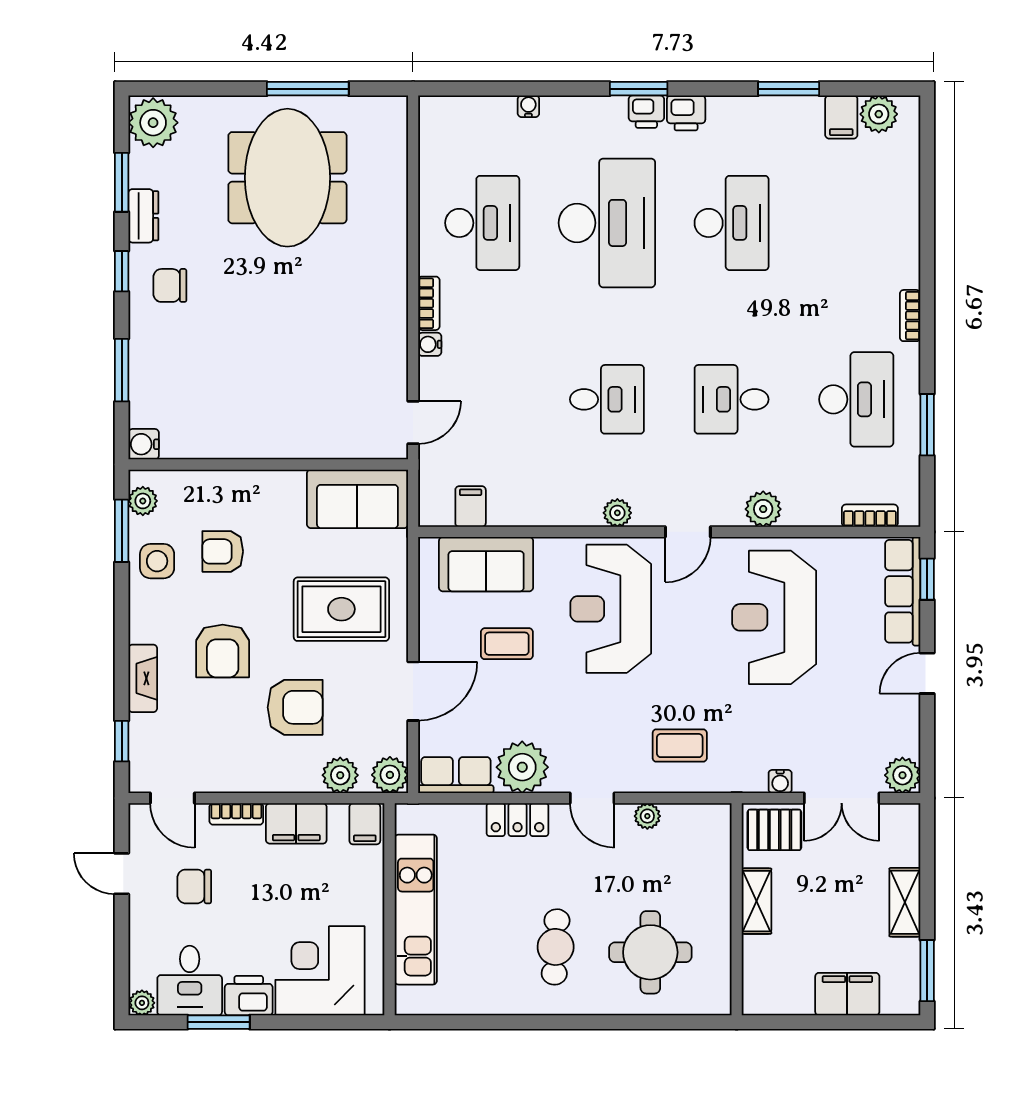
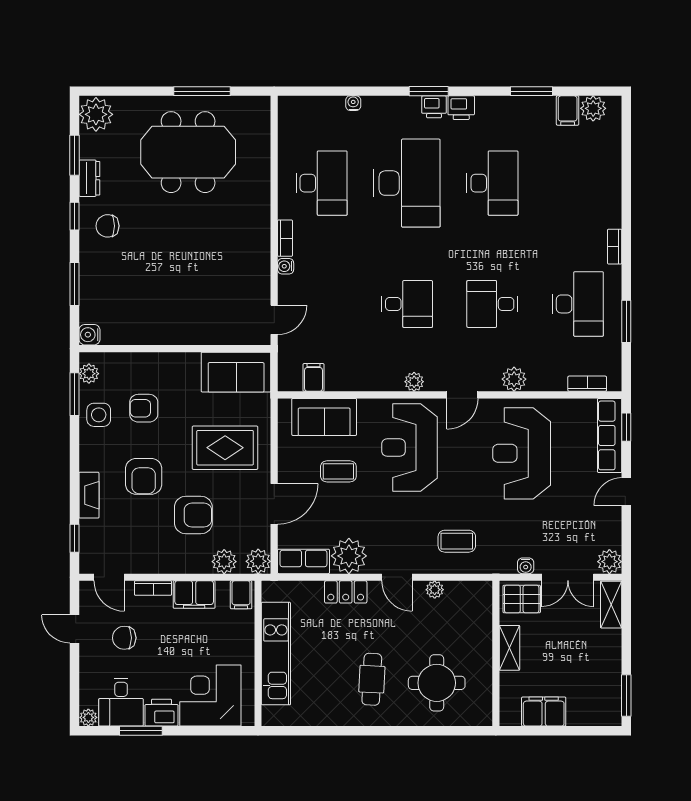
meeting table: (287, 178) -> (188, 152), turned 90
shelving: (905, 902) -> (611, 605), moved
filing cabinet: (847, 994) -> (544, 712), moved

